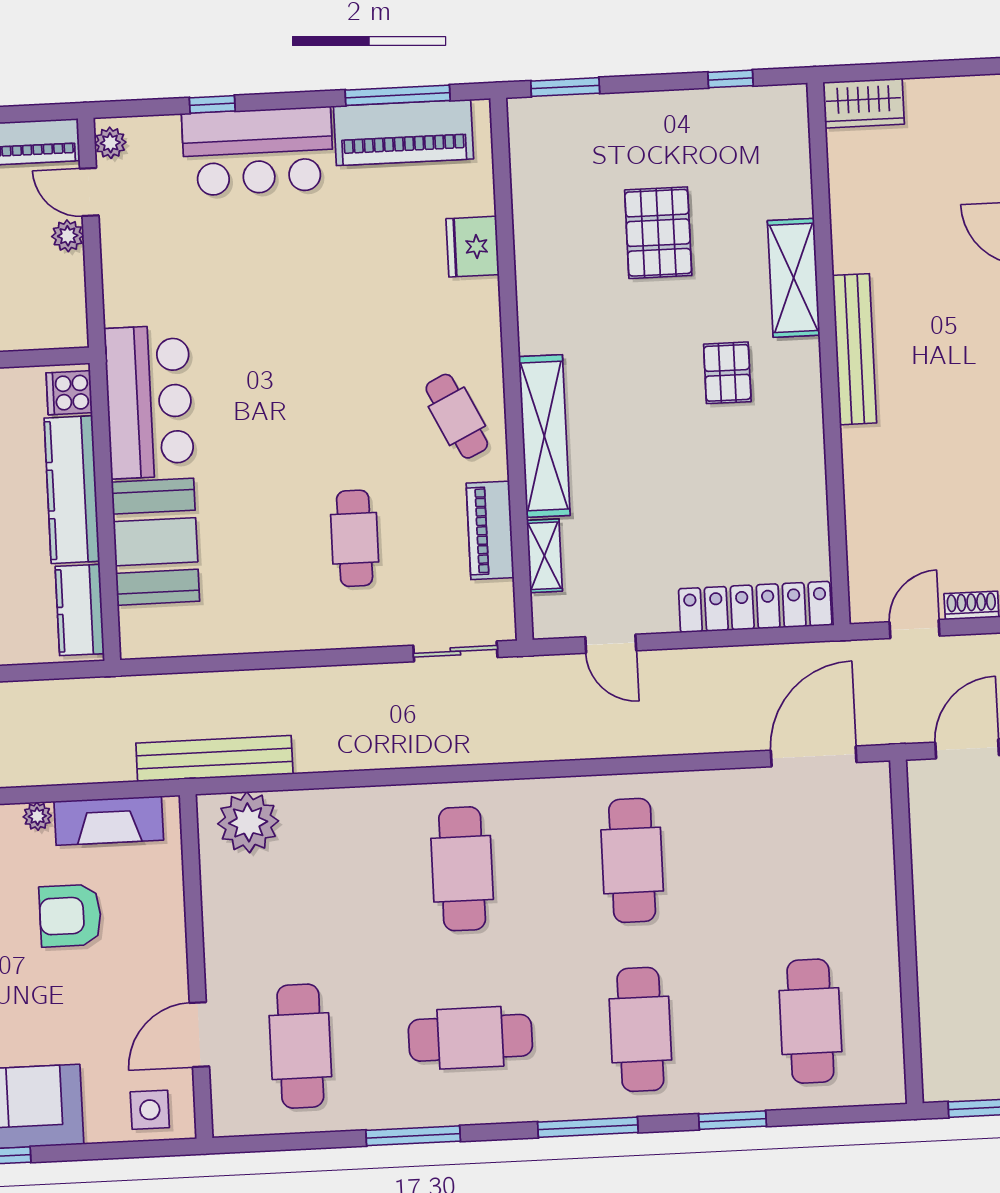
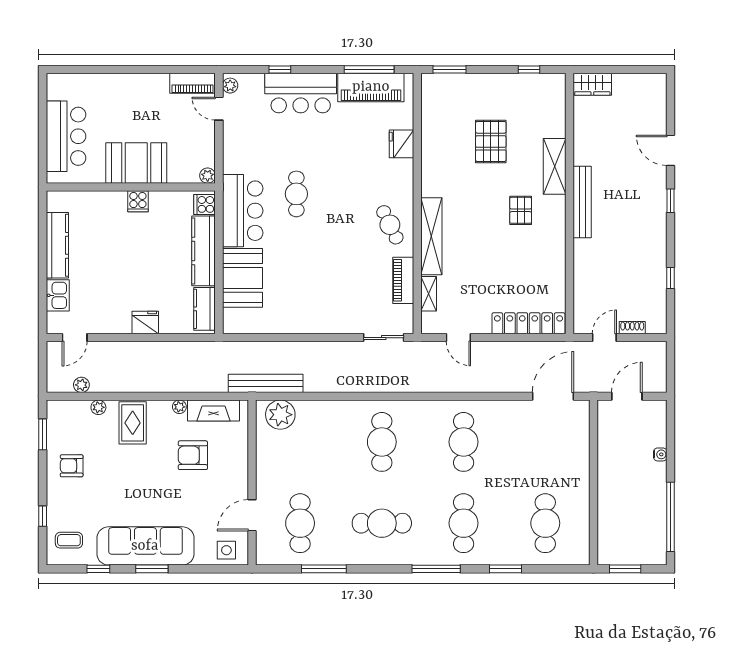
plant: (68, 236) -> (208, 176), moved
cafe table: (355, 538) -> (296, 194), moved
window: (413, 1136) -> (324, 569), moved

